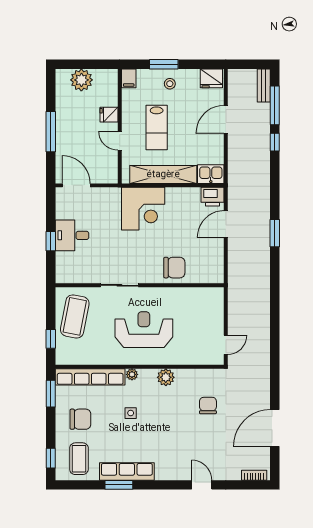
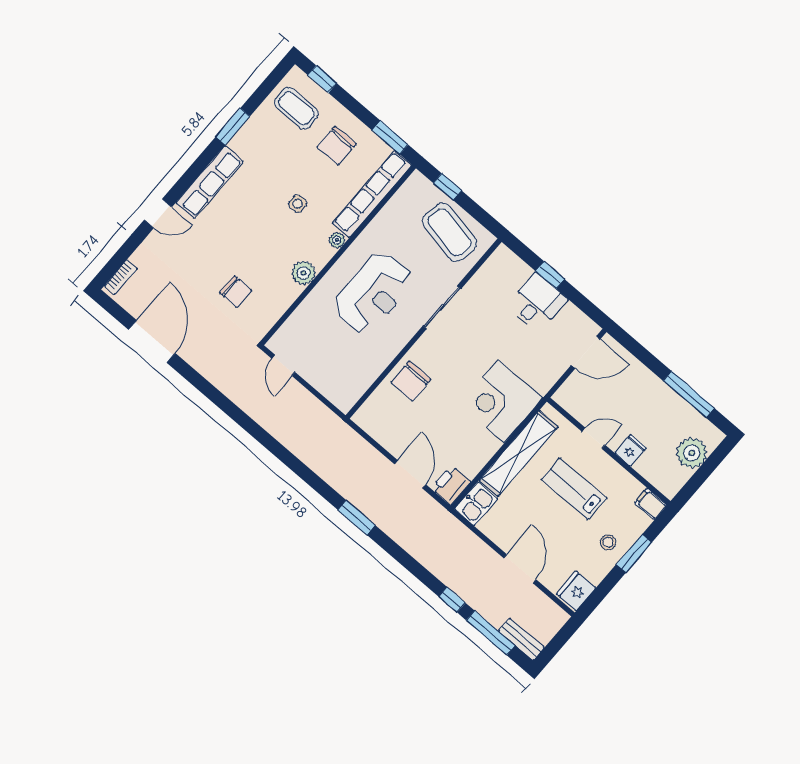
window: (51, 132) -> (689, 394), moved
row of seats: (127, 471) -> (210, 182), moved

